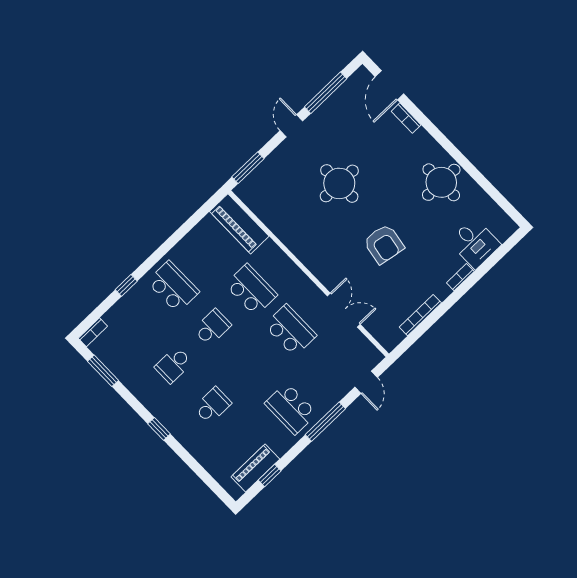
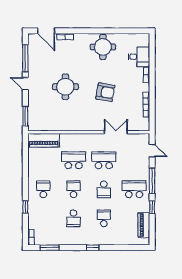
school desk: (173, 287) -> (43, 189), width x0.54
school desk: (252, 368) -> (104, 189), added
school desk: (291, 409) -> (134, 189), turned 180
window: (270, 475) -> (152, 207), moved

